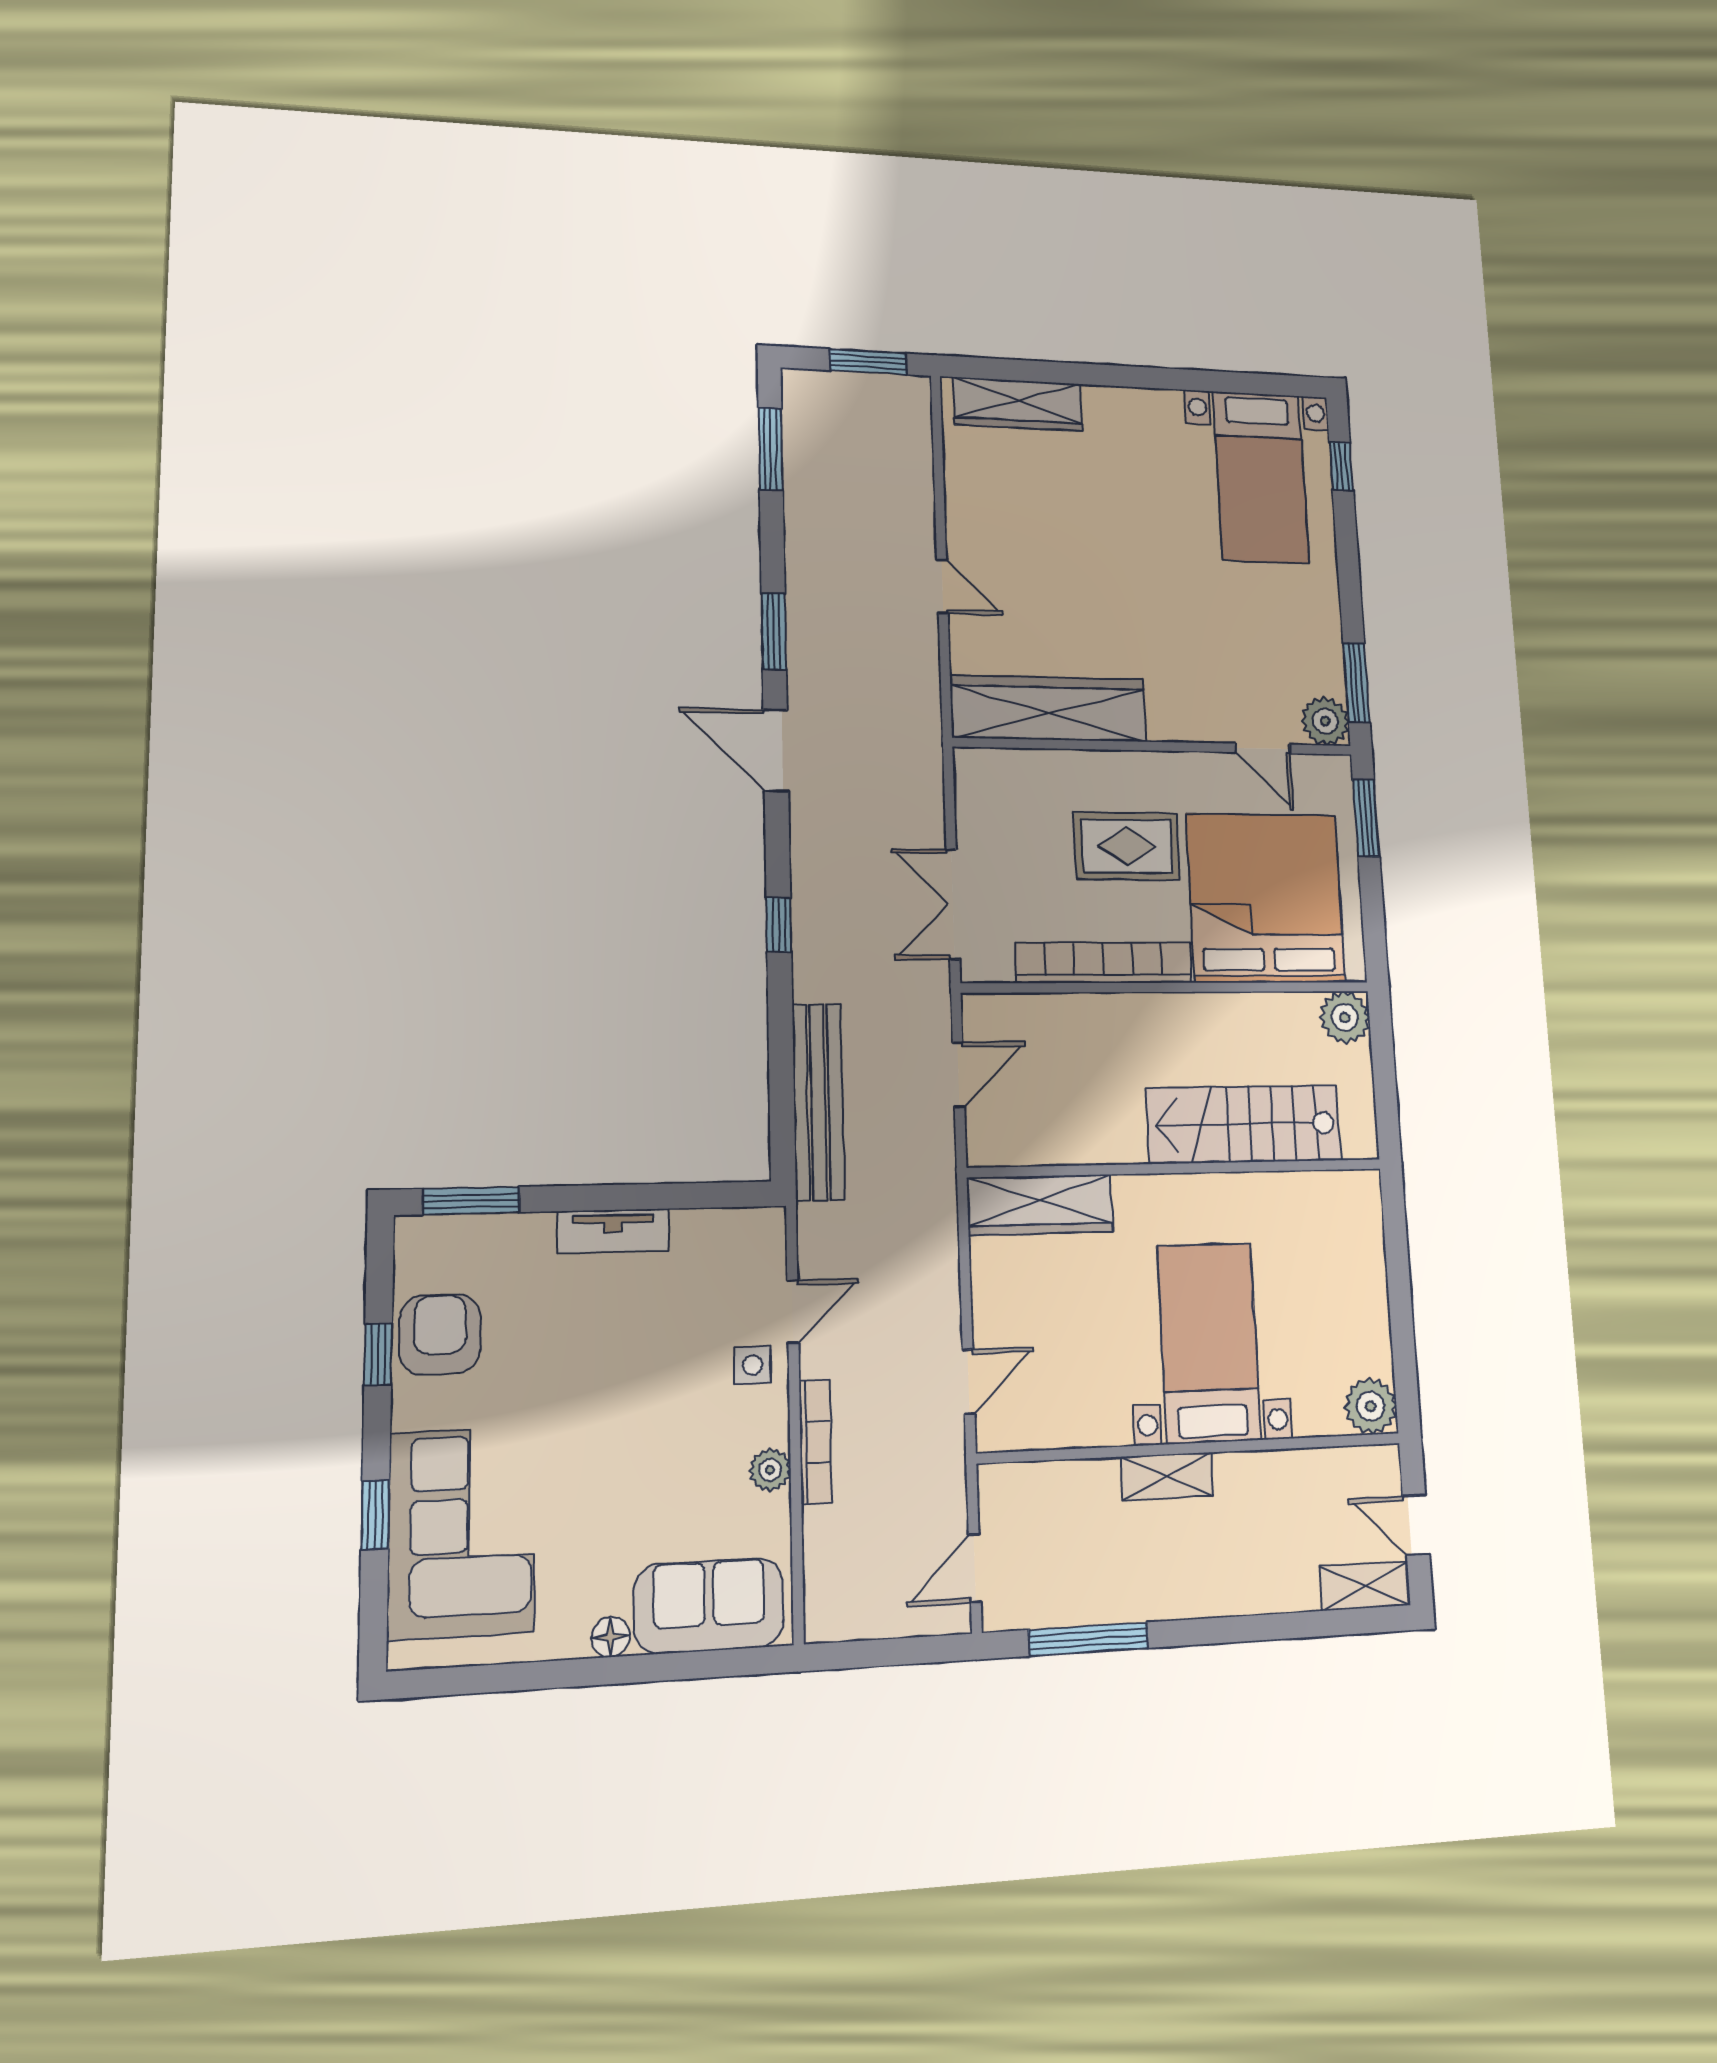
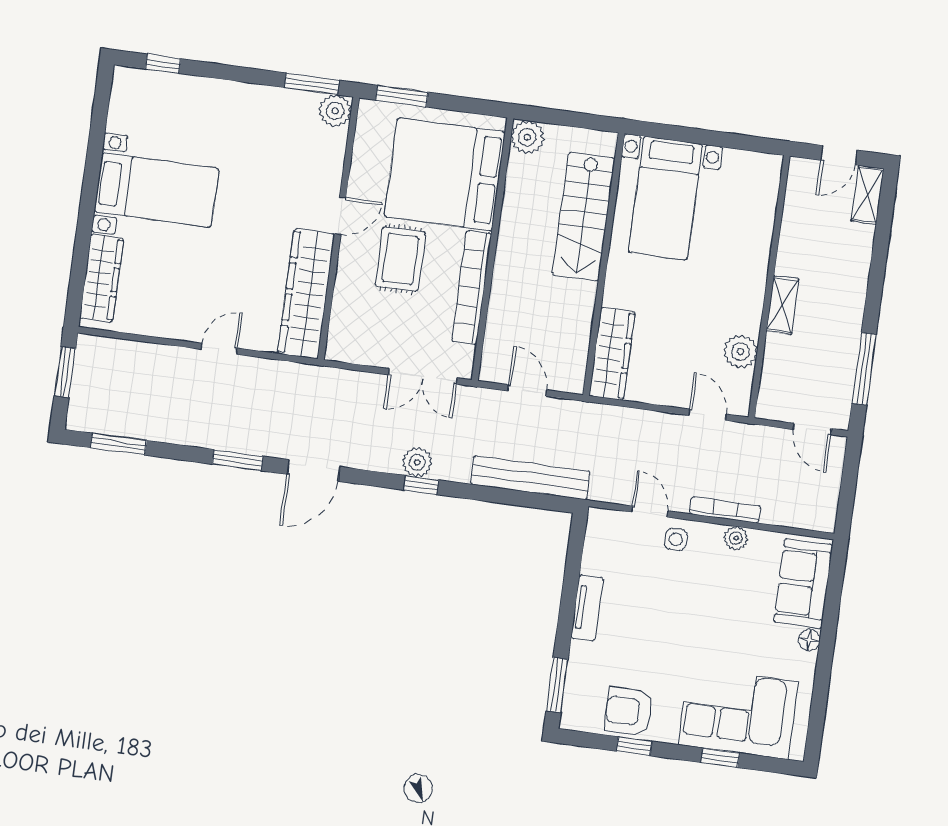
bed with nightstands: (1261, 477) -> (156, 190), moved
door: (1263, 748) -> (340, 216), moved
plant: (815, 914) -> (417, 462), added
bed with nightstands: (1209, 1343) -> (666, 198), moved, turned -90
plant: (1371, 1406) -> (740, 352), moved

